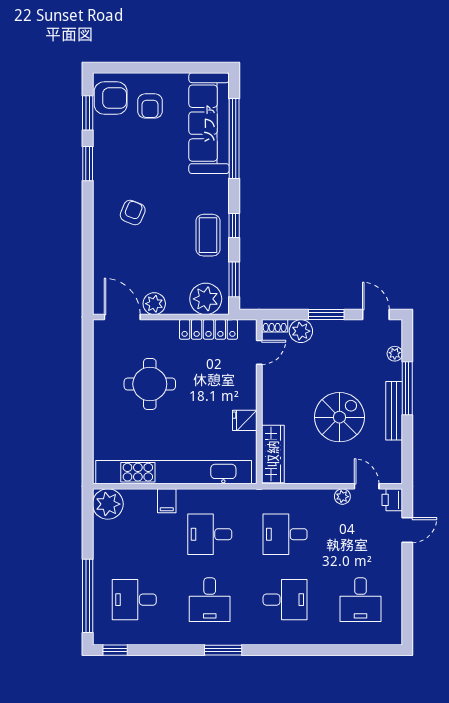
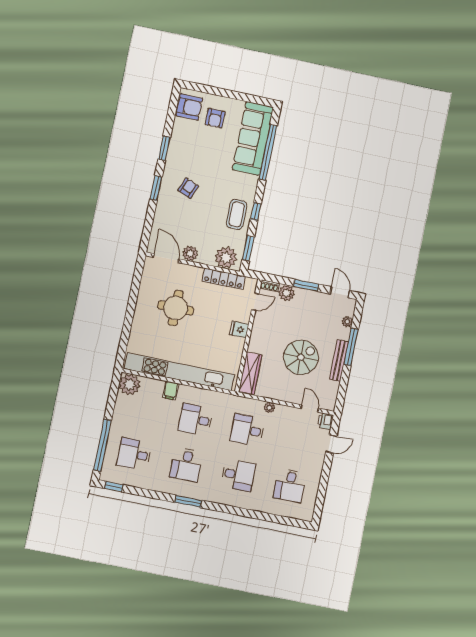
window: (88, 113) -> (156, 188), moved
fridge: (245, 420) -> (239, 329), moved
plant: (342, 497) -> (269, 408), moved

